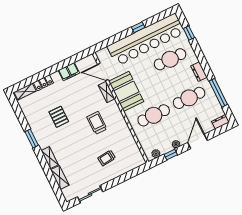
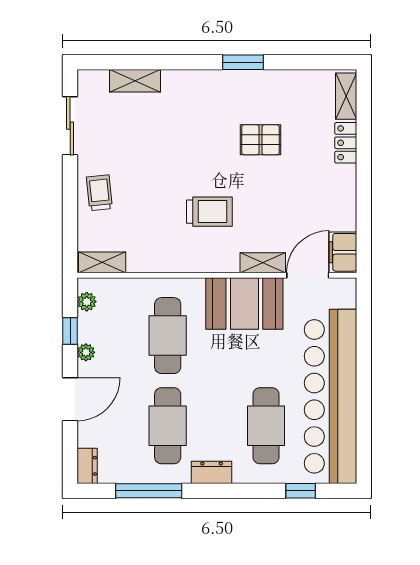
window: (138, 27) -> (364, 393), removed
filing cabinet: (69, 72) -> (343, 252), moved
door: (198, 141) -> (70, 399), hinge flipped
shelving: (50, 158) -> (102, 262), moved
trolley: (107, 158) -> (99, 193), moved

